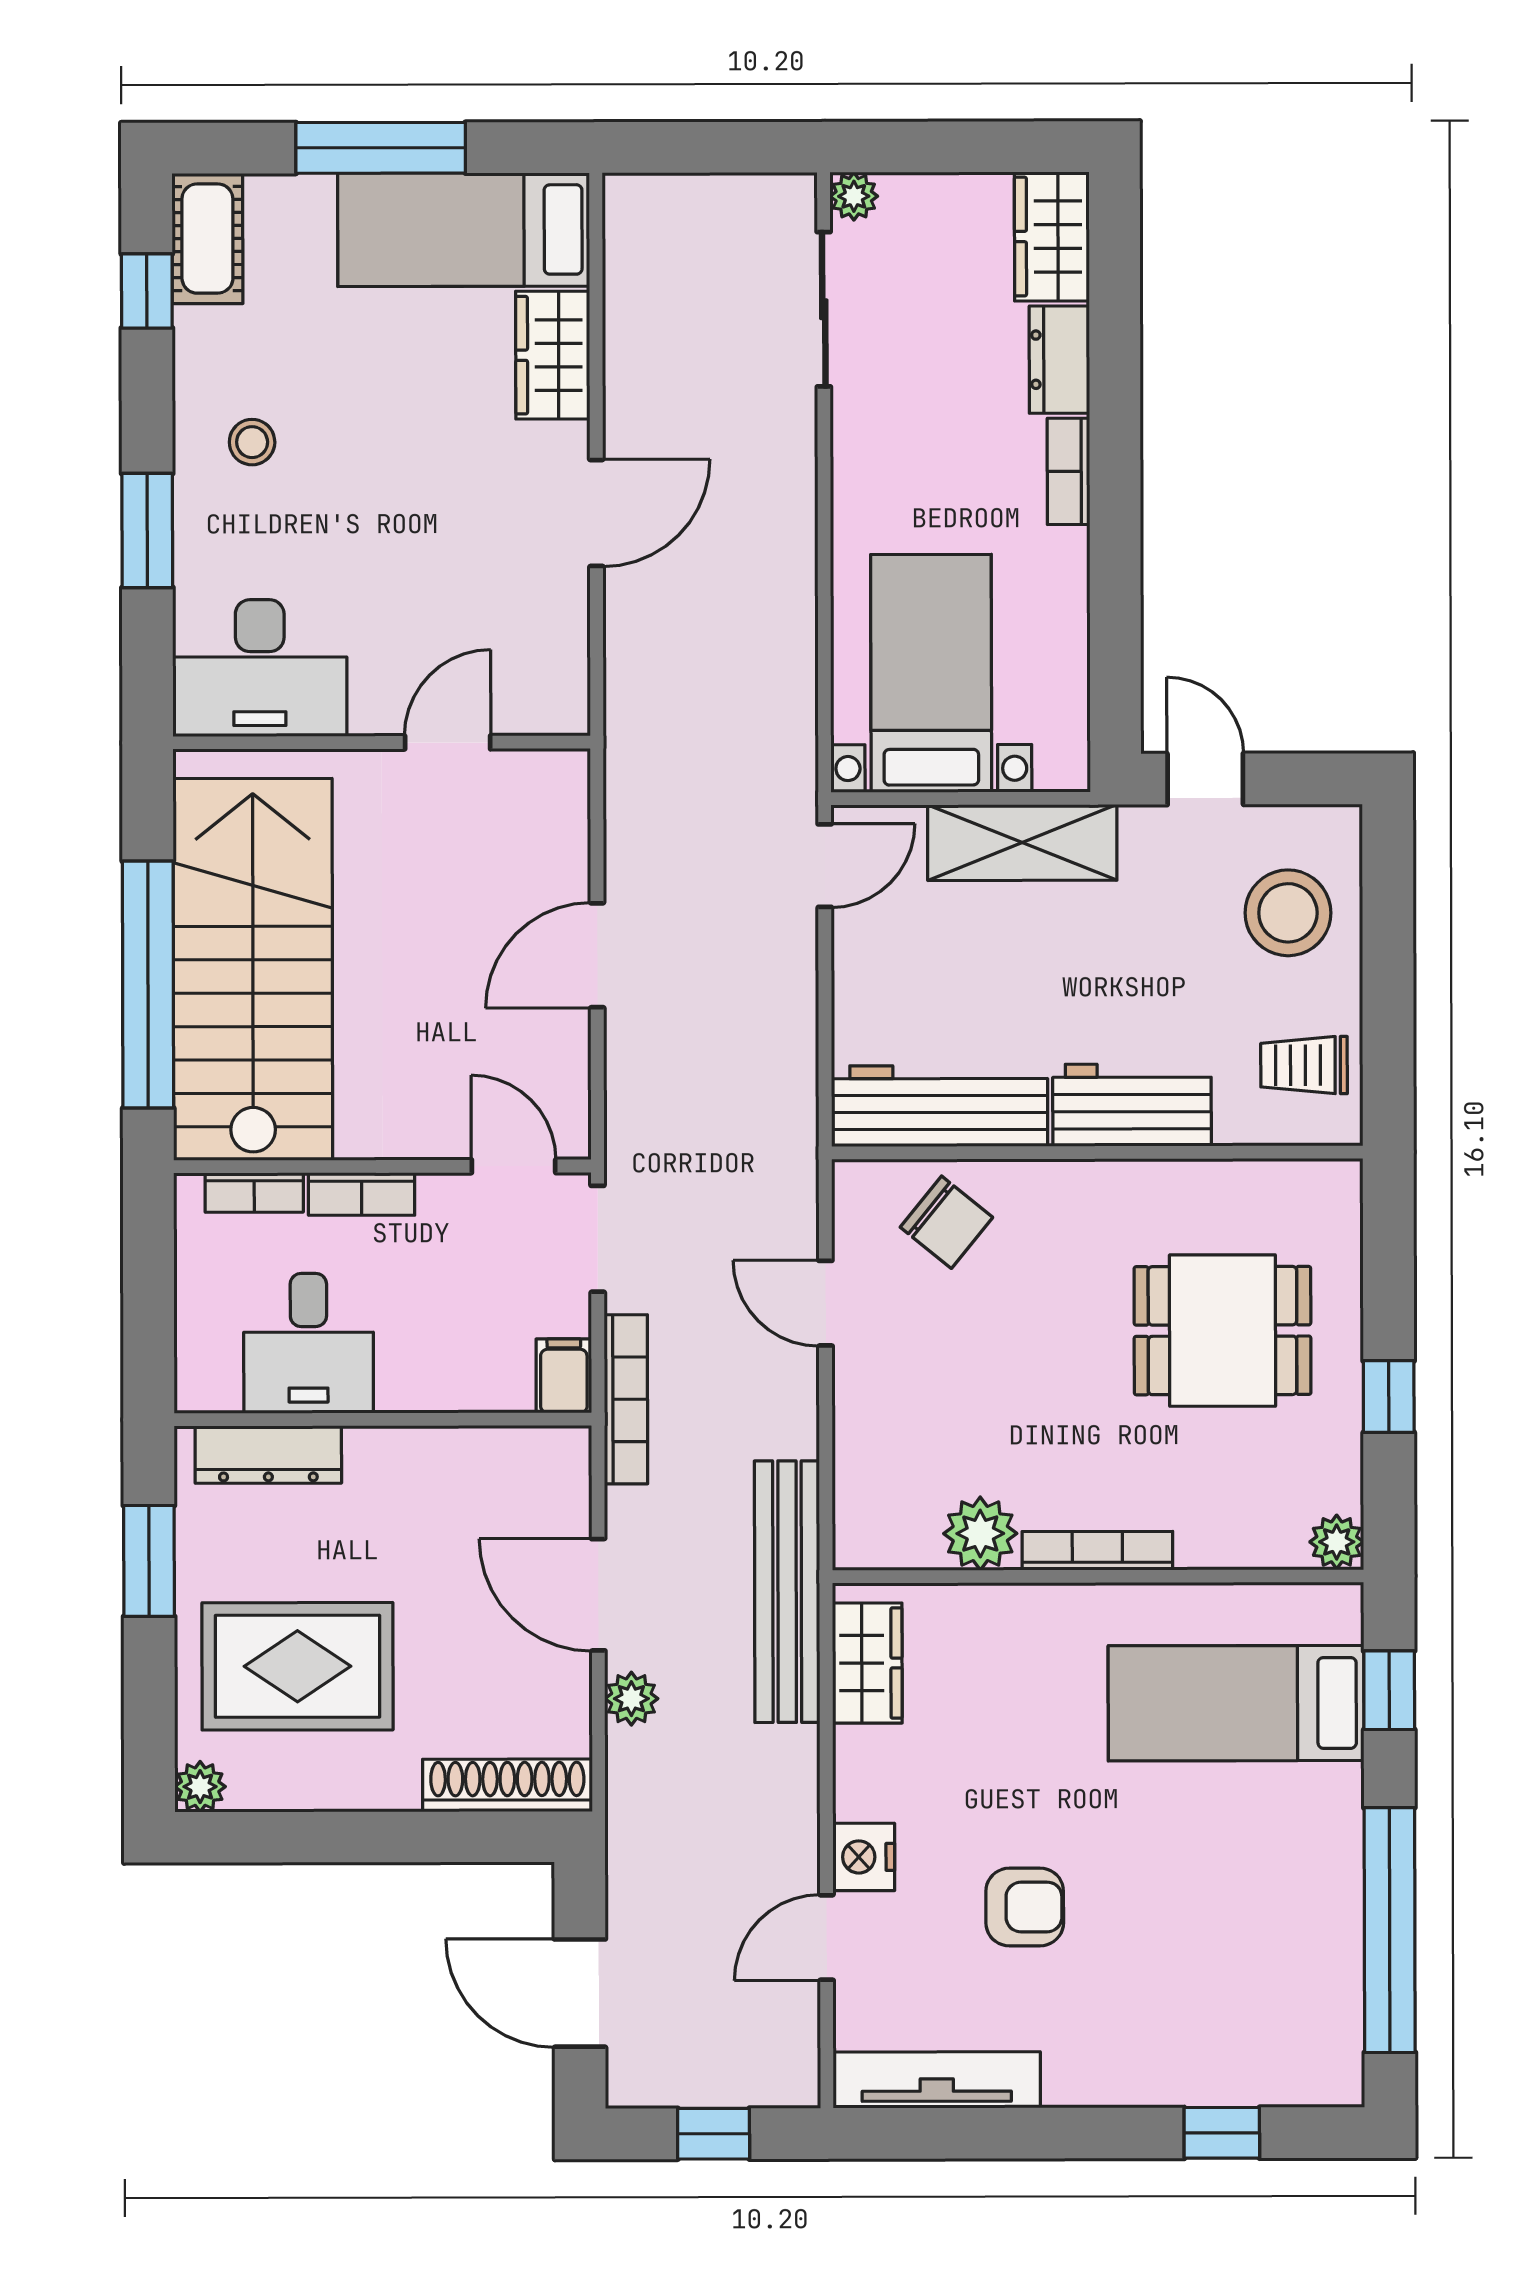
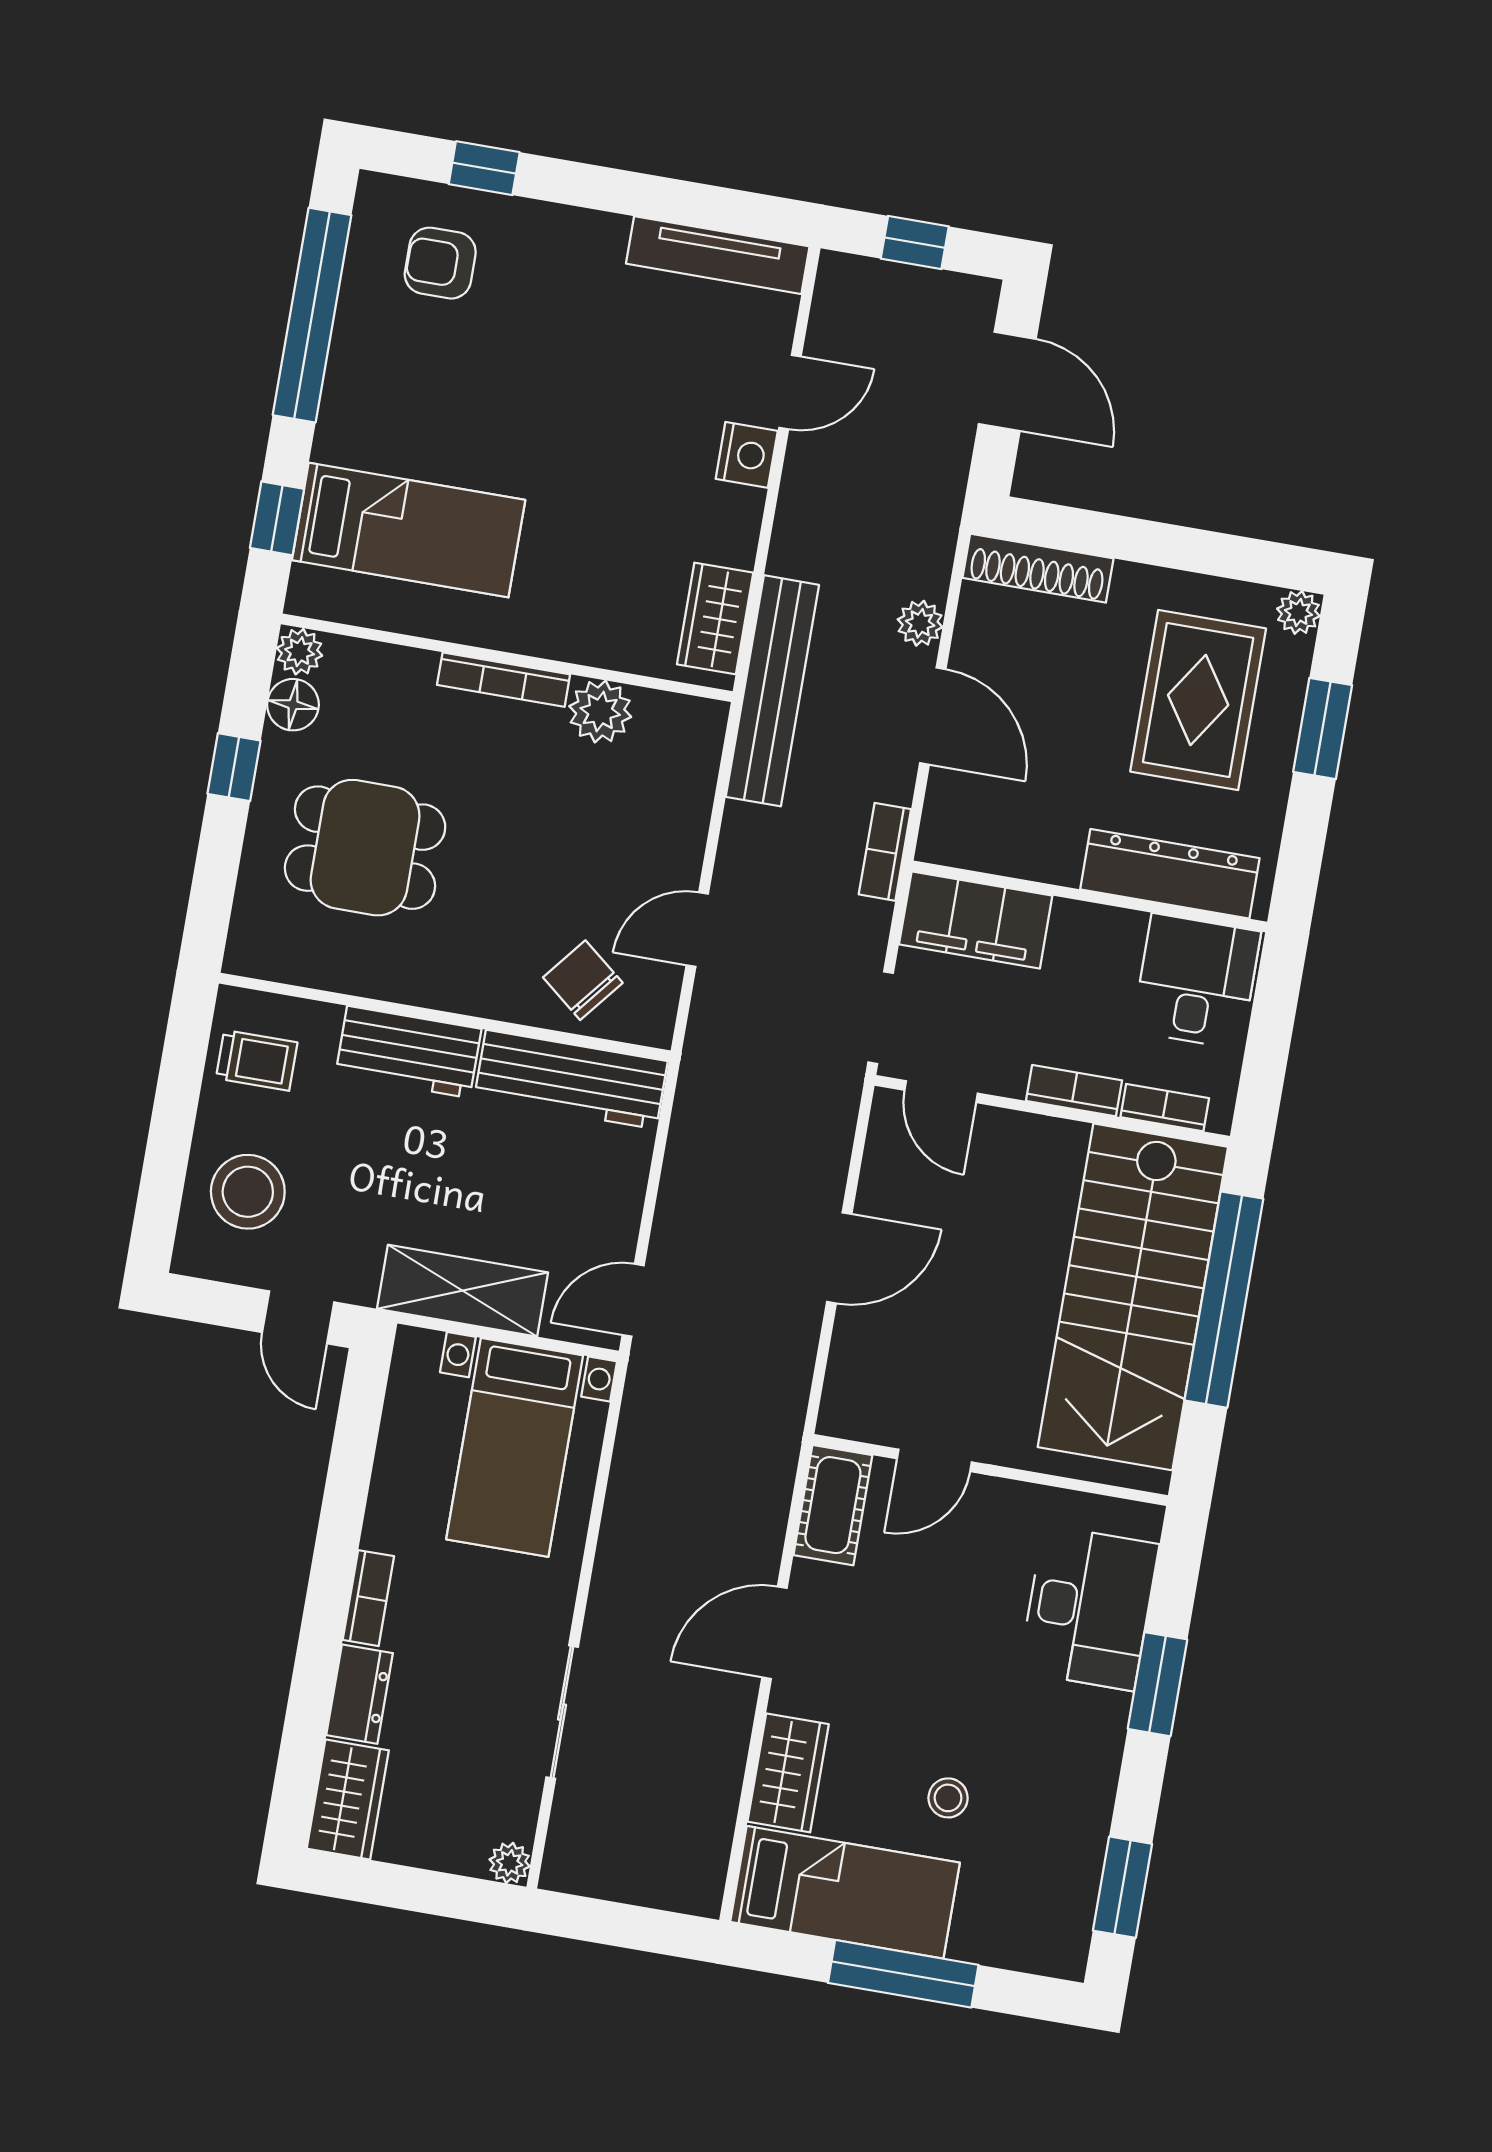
cot: (207, 239) -> (833, 1505), moved
window: (147, 291) -> (1122, 1887), width x1.50
sliding door: (824, 309) -> (562, 1712), moved
stool: (252, 442) -> (948, 1798), moved
desk: (260, 668) -> (1089, 1608), moved, turned 90
door: (825, 1303) -> (697, 929), swing flipped
desk: (308, 1343) -> (1196, 981), moved
filing cabinet: (564, 1376) -> (976, 920), width x3.00, depth x1.17
bookcase: (626, 1399) -> (885, 852), width x0.64
dresser: (268, 1455) -> (1170, 874), width x1.37, depth x1.24
floor lamp: (1334, 1480) -> (293, 705), added
window: (149, 1561) -> (1323, 729), moved
rug: (297, 1666) -> (1198, 700), turned 90
armchair: (1025, 1907) -> (440, 263), moved

